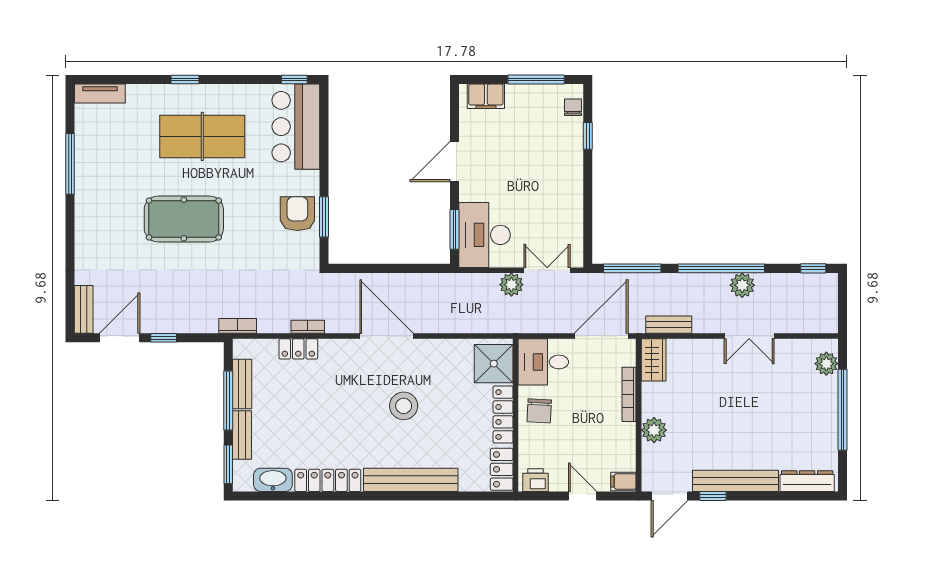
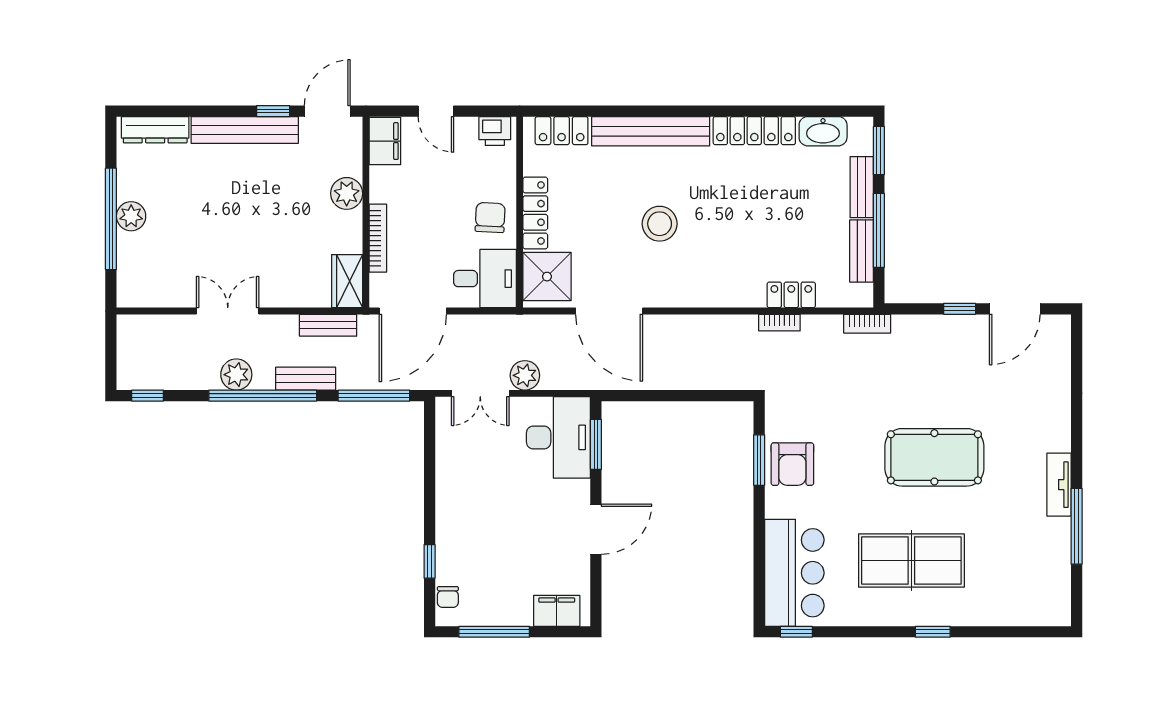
tv unit: (100, 94) -> (1059, 485), moved, turned -90
bench: (84, 309) -> (306, 379), moved, turned 90
door: (387, 336) -> (609, 311), moved
plant: (826, 364) -> (131, 216), moved
locker: (502, 469) -> (562, 131), moved, turned 90
filing cabinet: (623, 481) -> (385, 141), width x2.00

